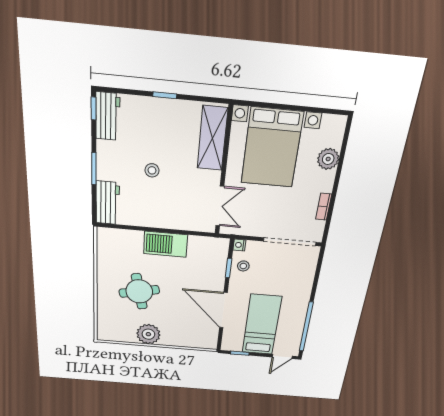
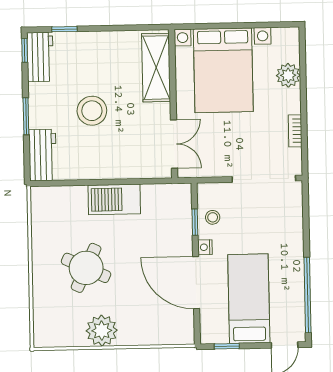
window: (165, 95) -> (64, 29), moved
stool: (152, 170) -> (92, 111), width x1.89, depth x1.89
nightstand: (239, 245) -> (205, 247), moved
round table: (139, 291) -> (86, 268), turned 37

